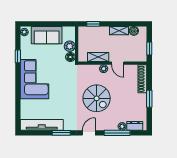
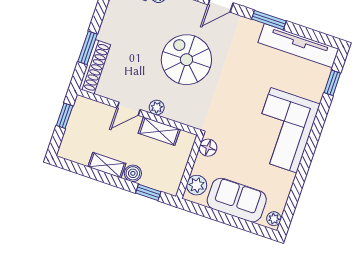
boiler: (134, 31) -> (133, 173), moved
plant: (70, 46) -> (197, 185), moved
window: (18, 56) -> (332, 83), moved
door: (118, 63) -> (129, 109), swing flipped
window: (149, 99) -> (88, 48), moved

